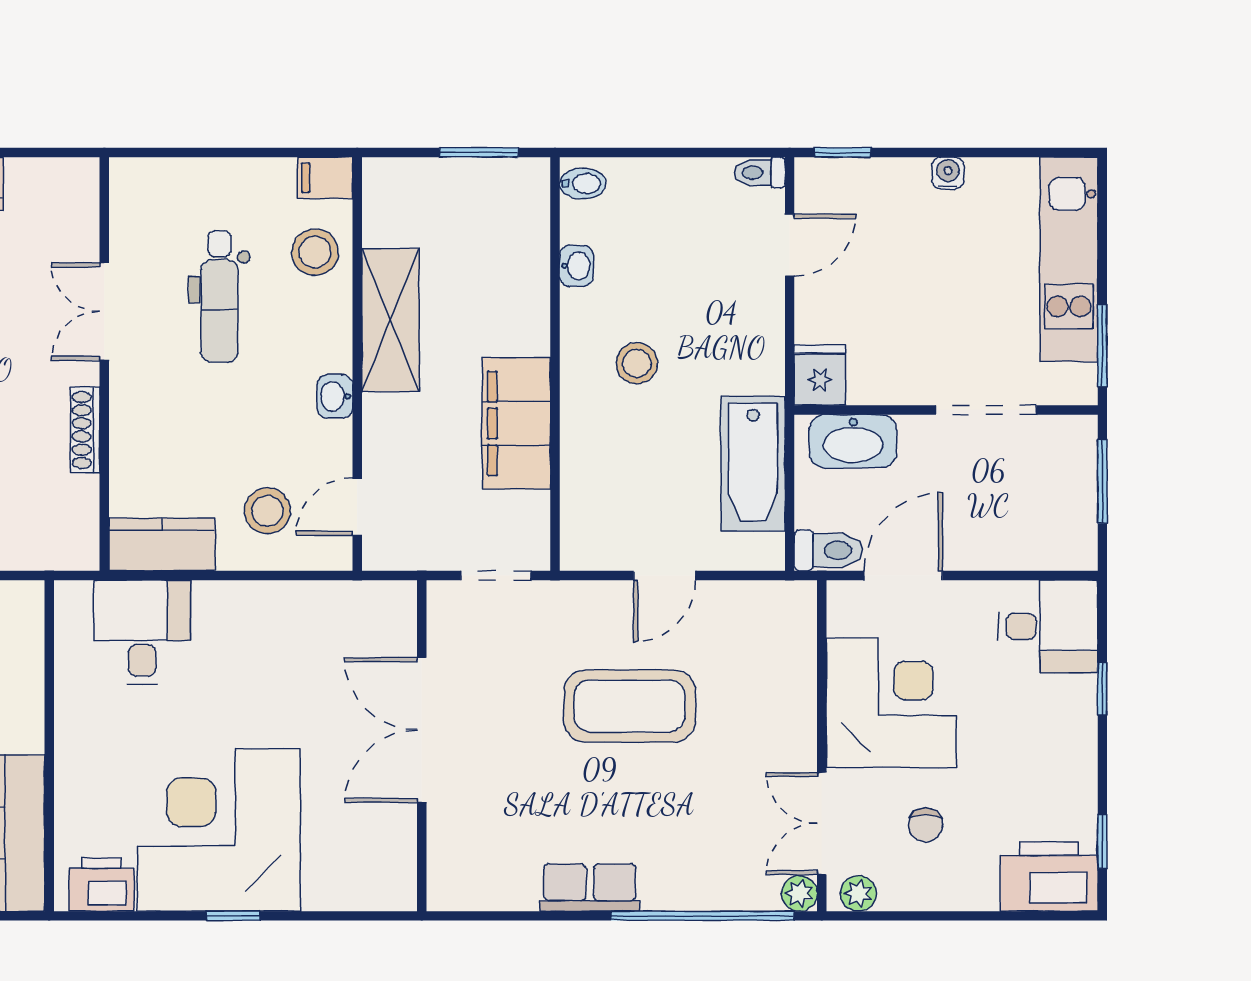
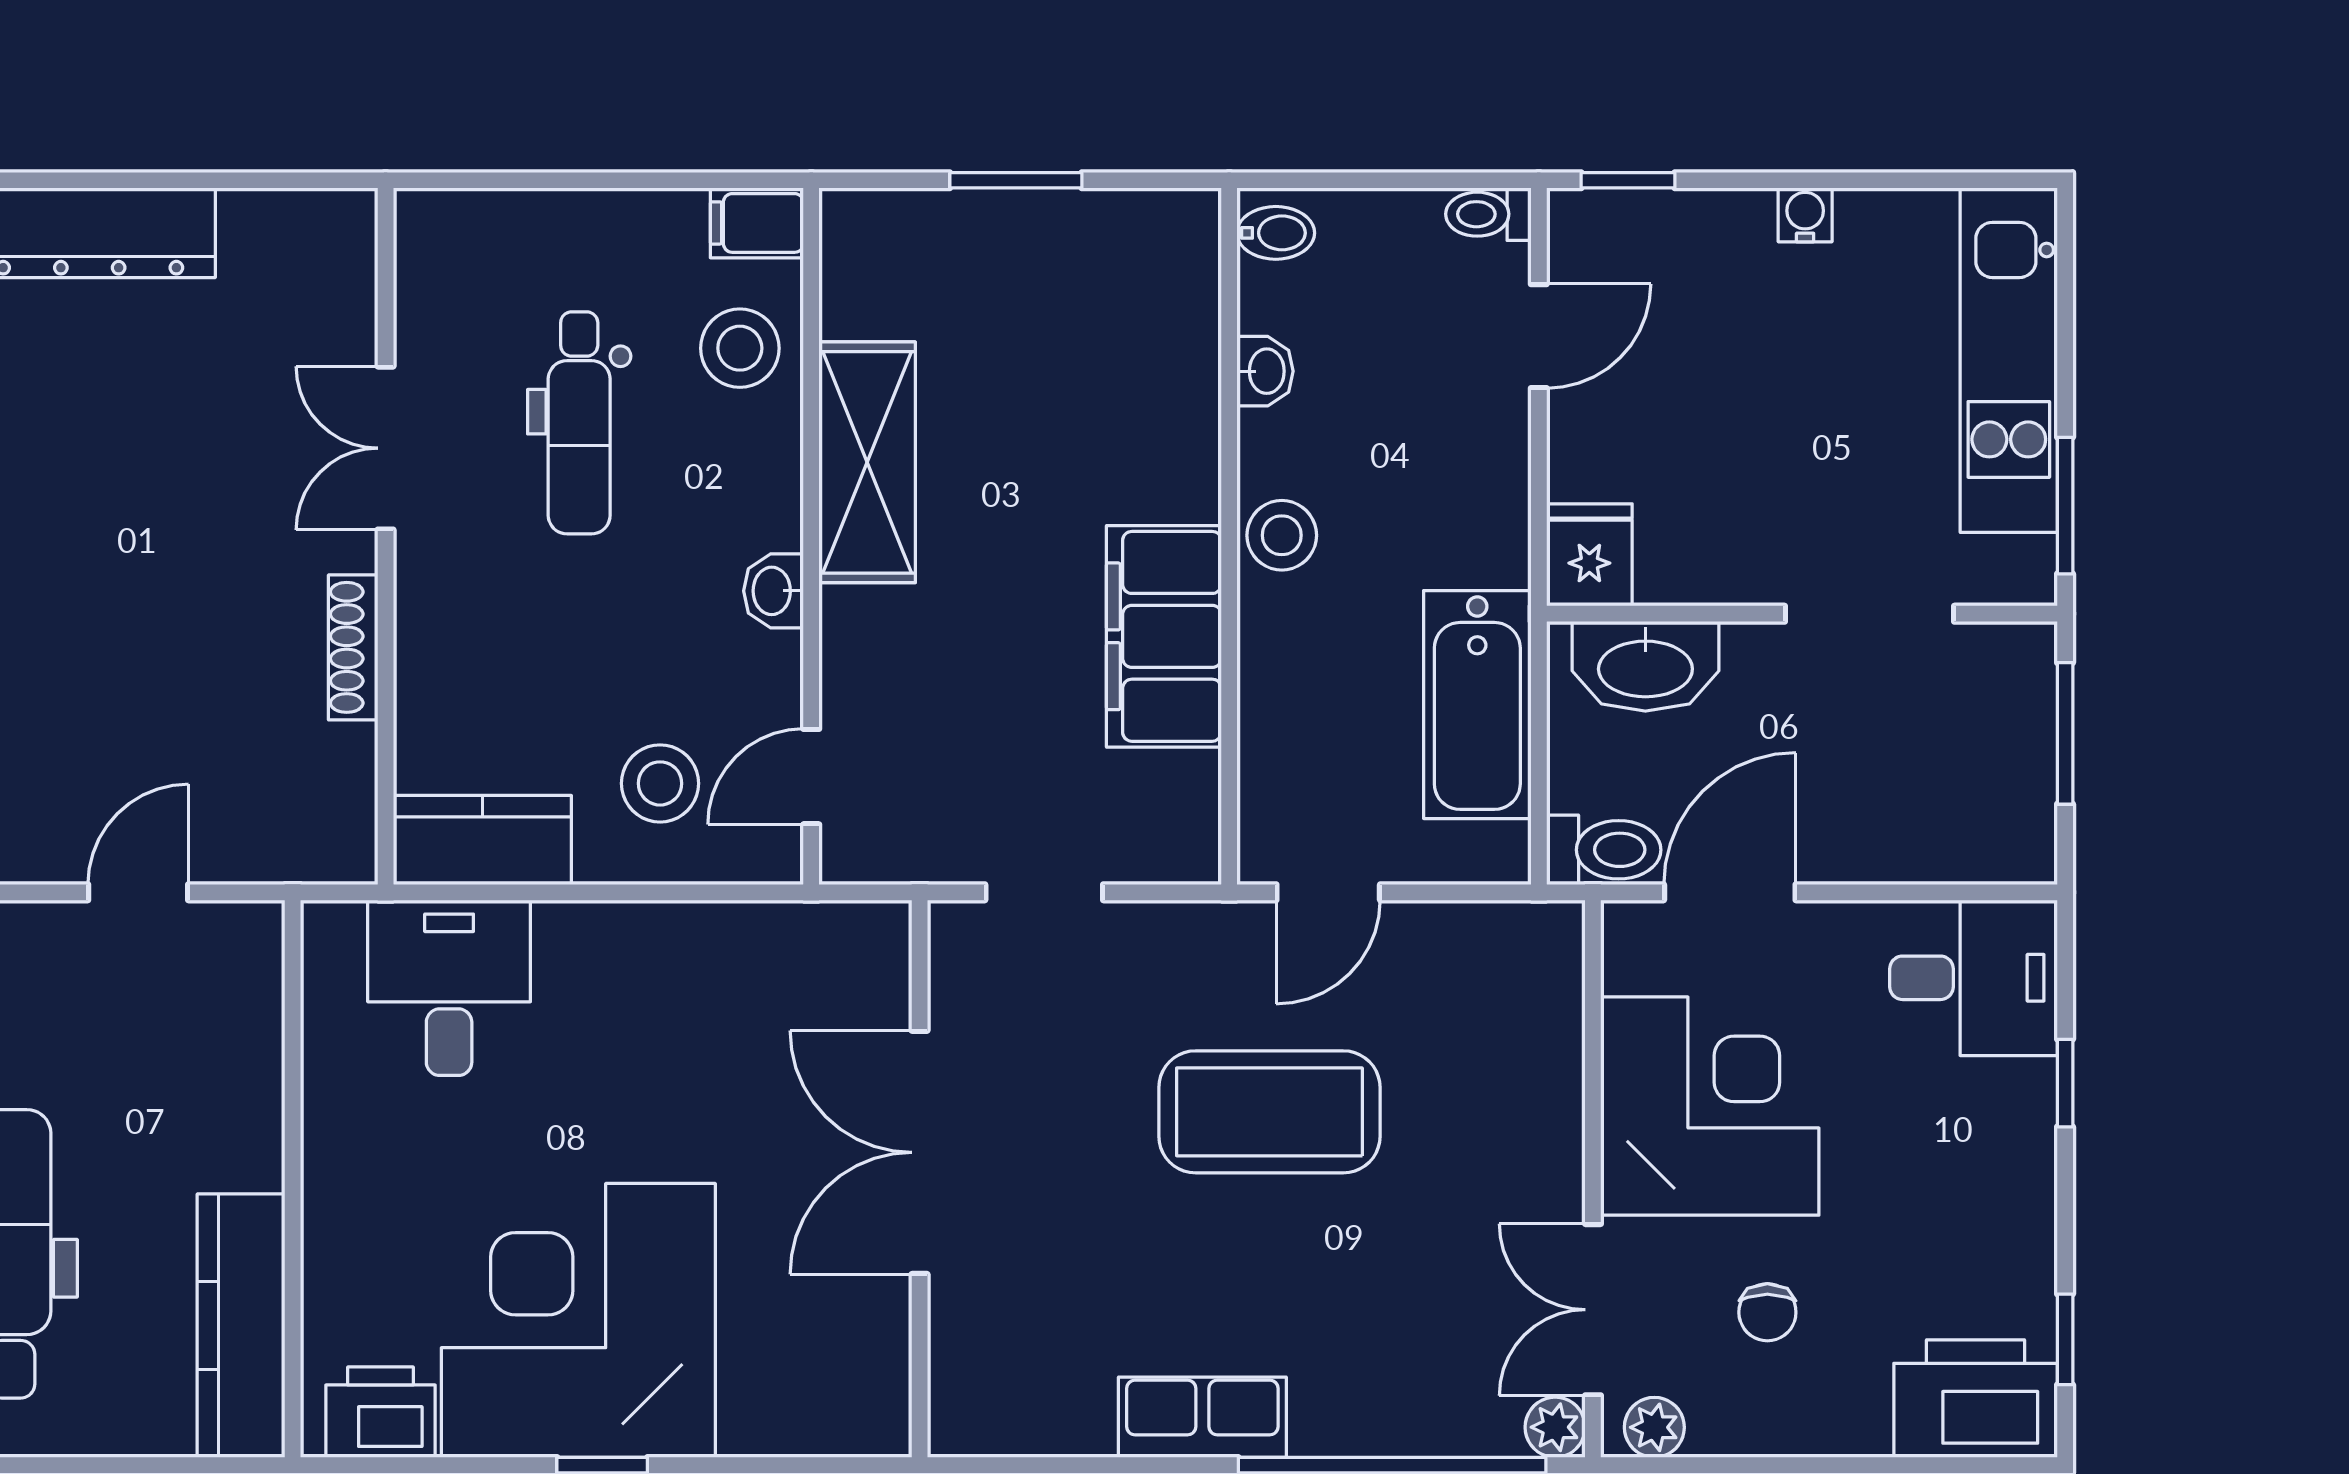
bidet: (583, 184) -> (1276, 233), moved
washbasin: (576, 266) -> (1265, 371), moved
wall: (555, 364) -> (1229, 536), moved
filing cabinet: (516, 423) -> (1164, 636), moved

